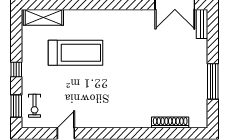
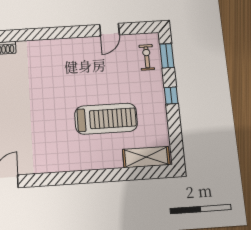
treadmill: (76, 53) -> (106, 119), turned 180

